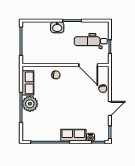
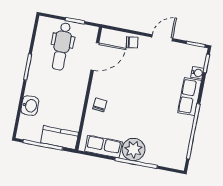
washbasin: (57, 27) -> (30, 106), moved
kitchen counter: (28, 52) -> (59, 138), added
door: (110, 109) -> (162, 38), hinge flipped

